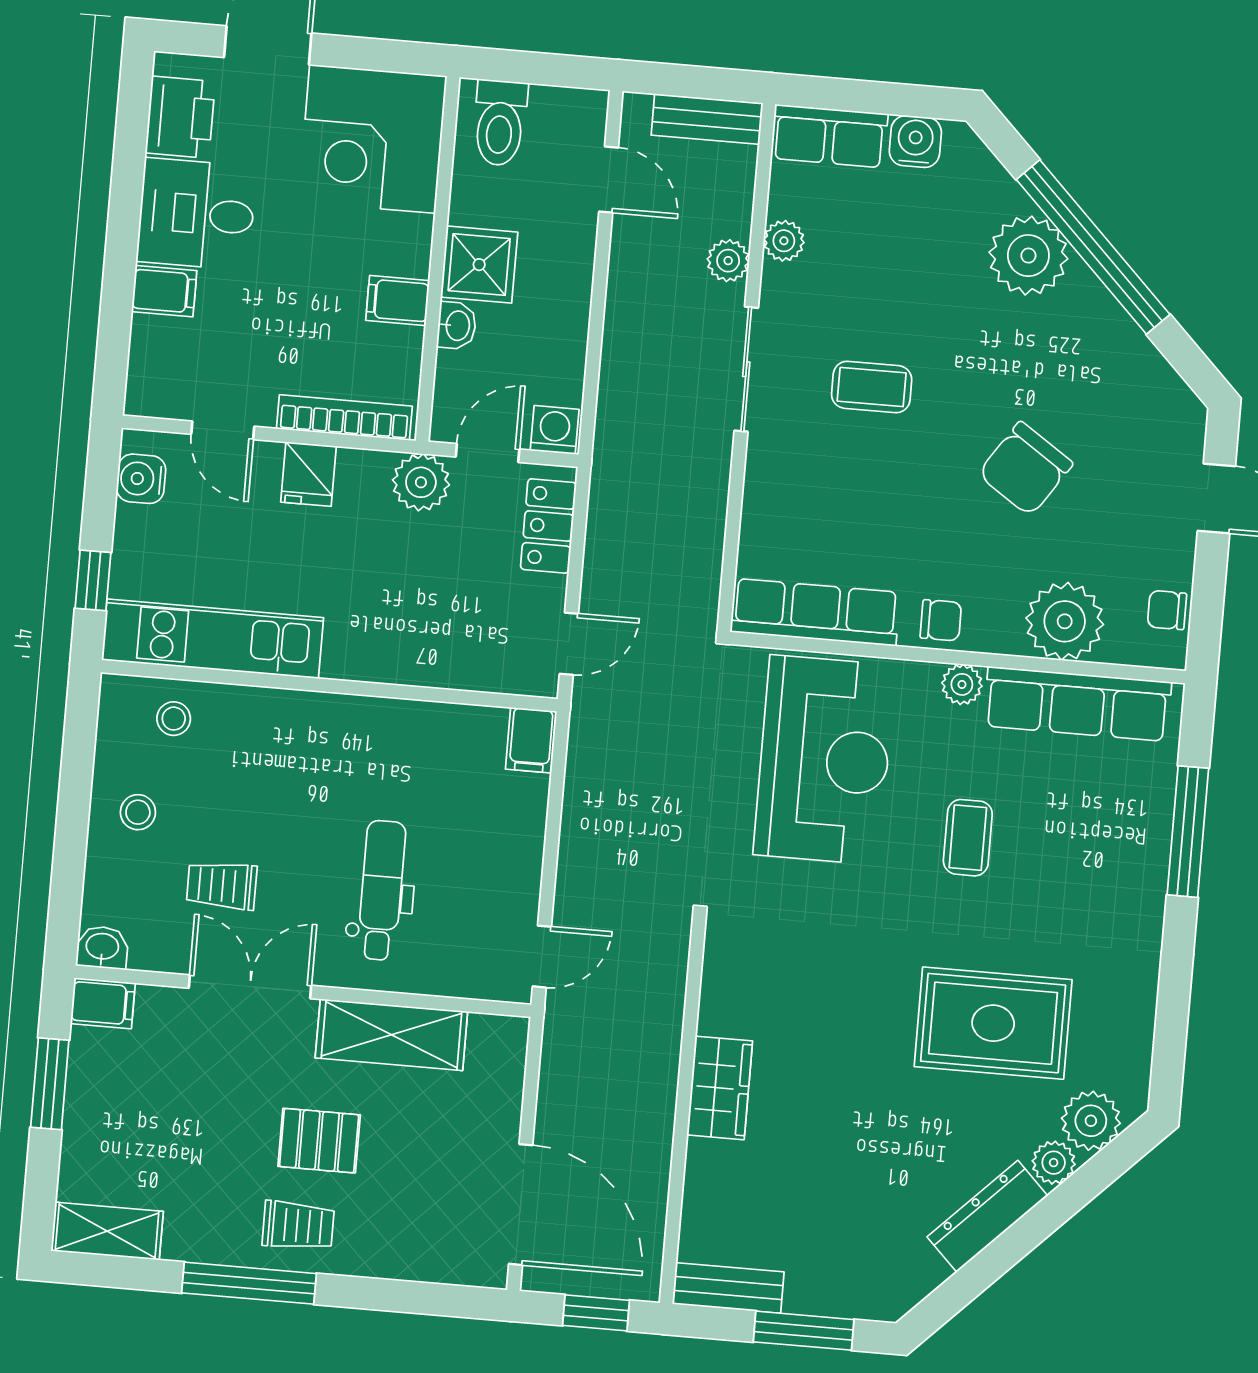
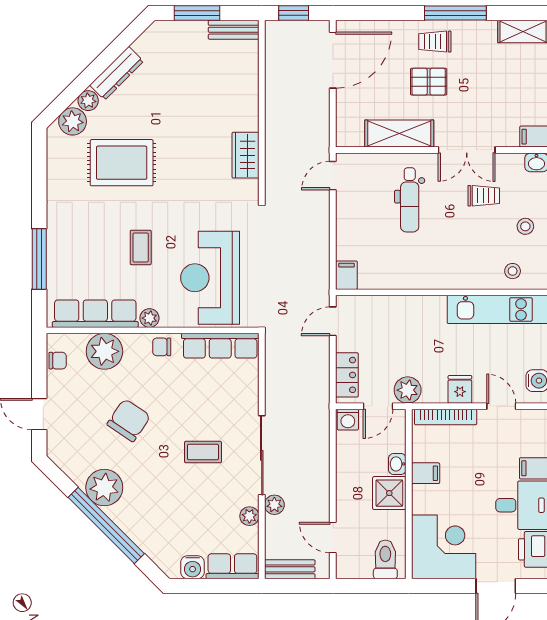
plant: (1028, 256) -> (104, 488), moved
sliding door: (746, 369) -> (262, 455), width x1.37
wardrobe: (720, 1088) -> (245, 155), moved
door: (521, 1205) -> (333, 60), swing flipped

